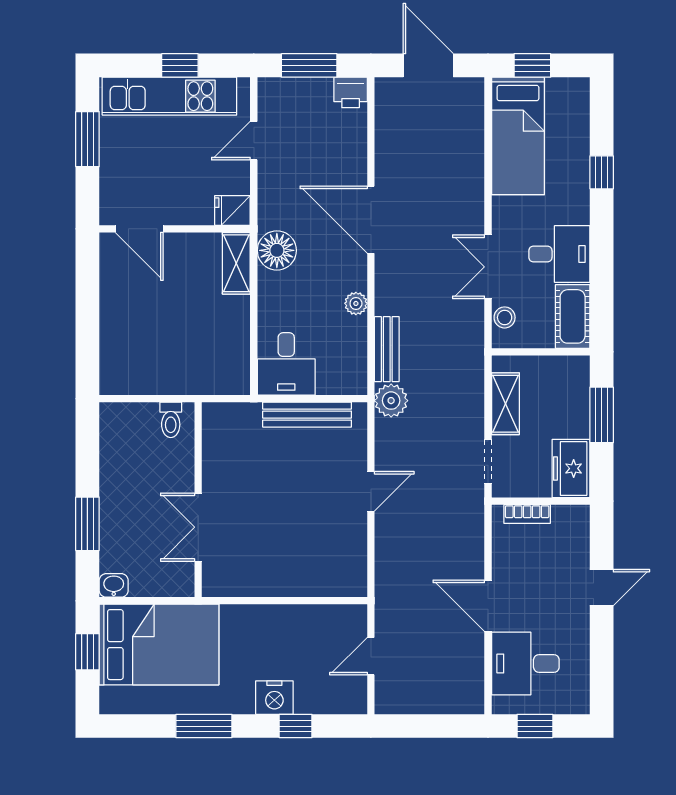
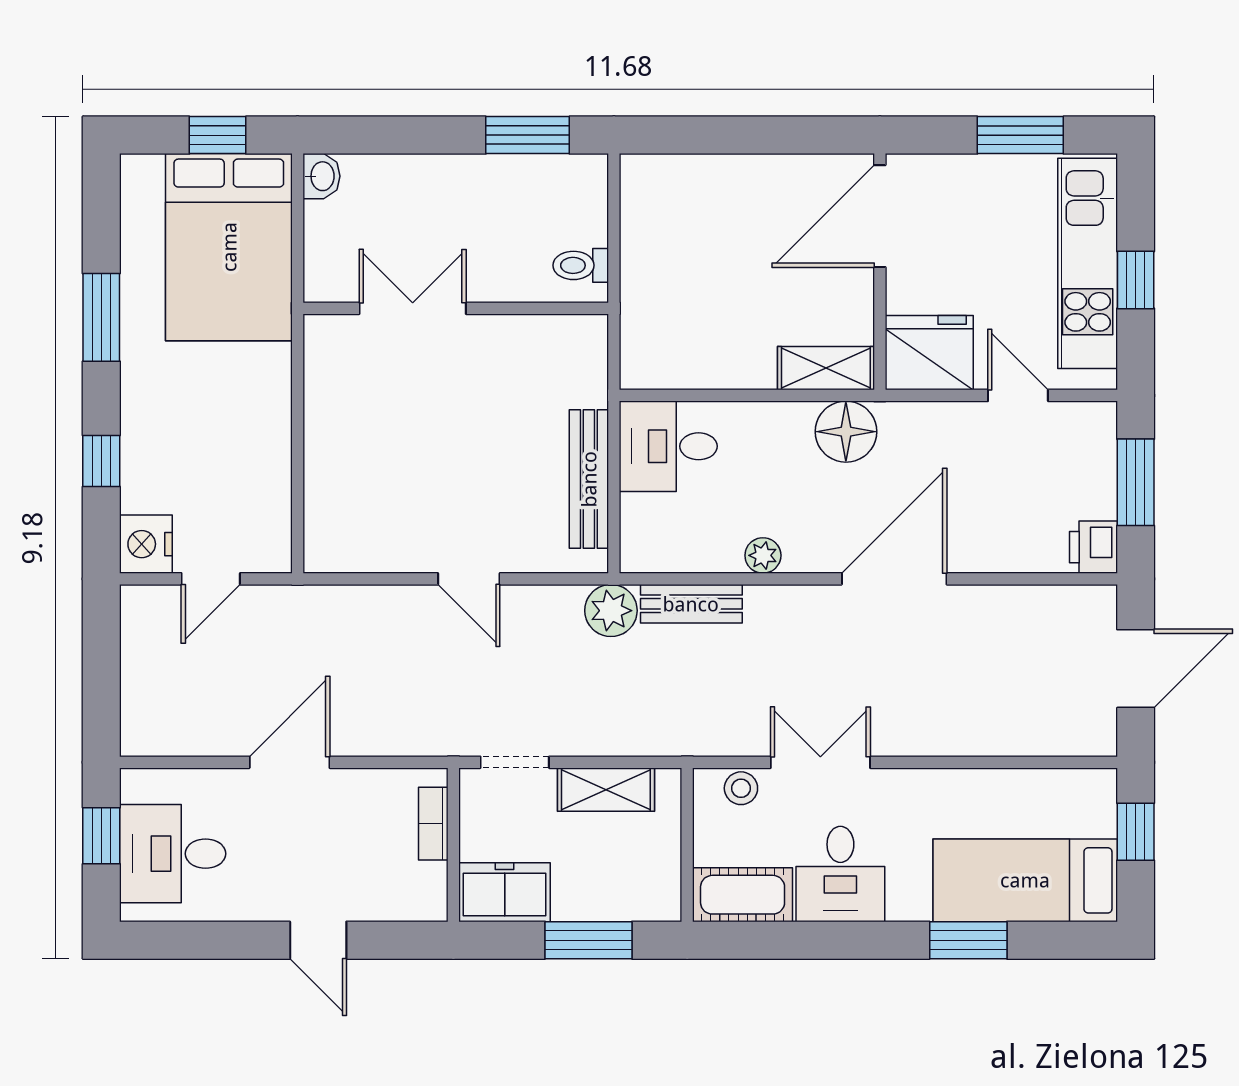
bed: (518, 136) -> (1025, 880), moved
window: (602, 172) -> (968, 940), width x1.50
fridge: (232, 210) -> (929, 353), width x1.88, depth x1.34
door: (139, 229) -> (880, 216), width x1.36
window: (87, 524) -> (528, 135), moved
door: (371, 656) -> (211, 579), swing flipped
desk: (525, 663) -> (173, 854), moved, turned -90
nightstand: (274, 698) -> (146, 544), moved

